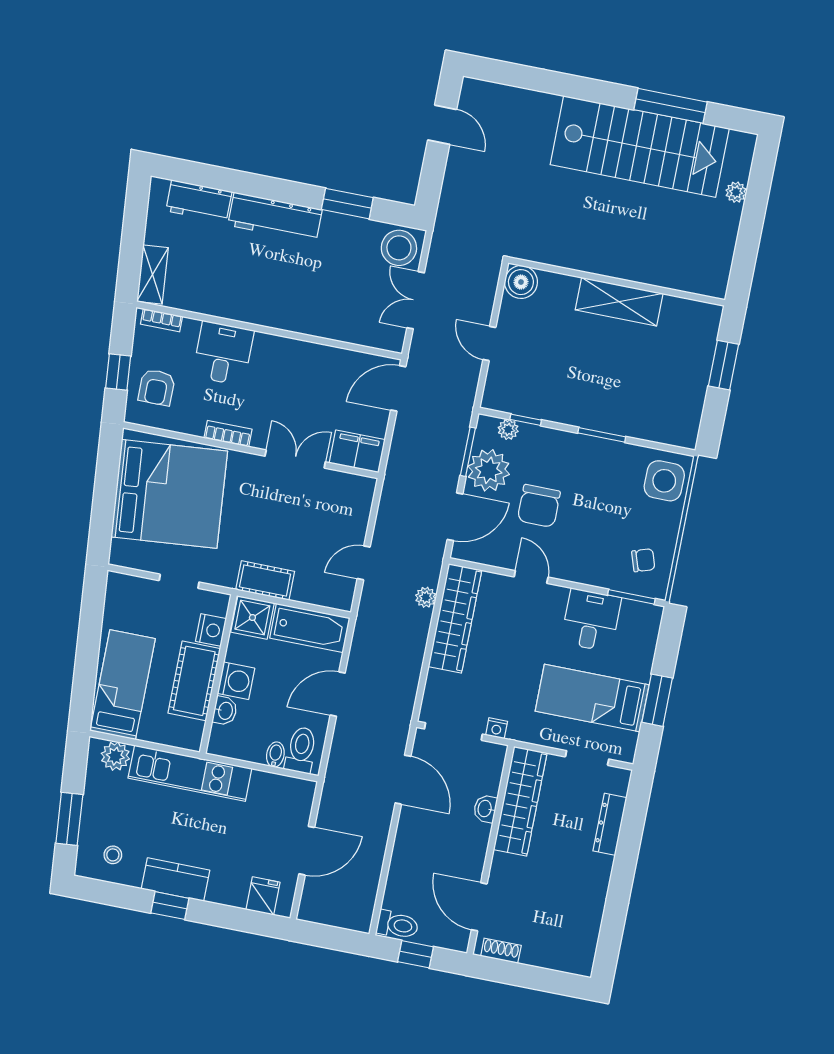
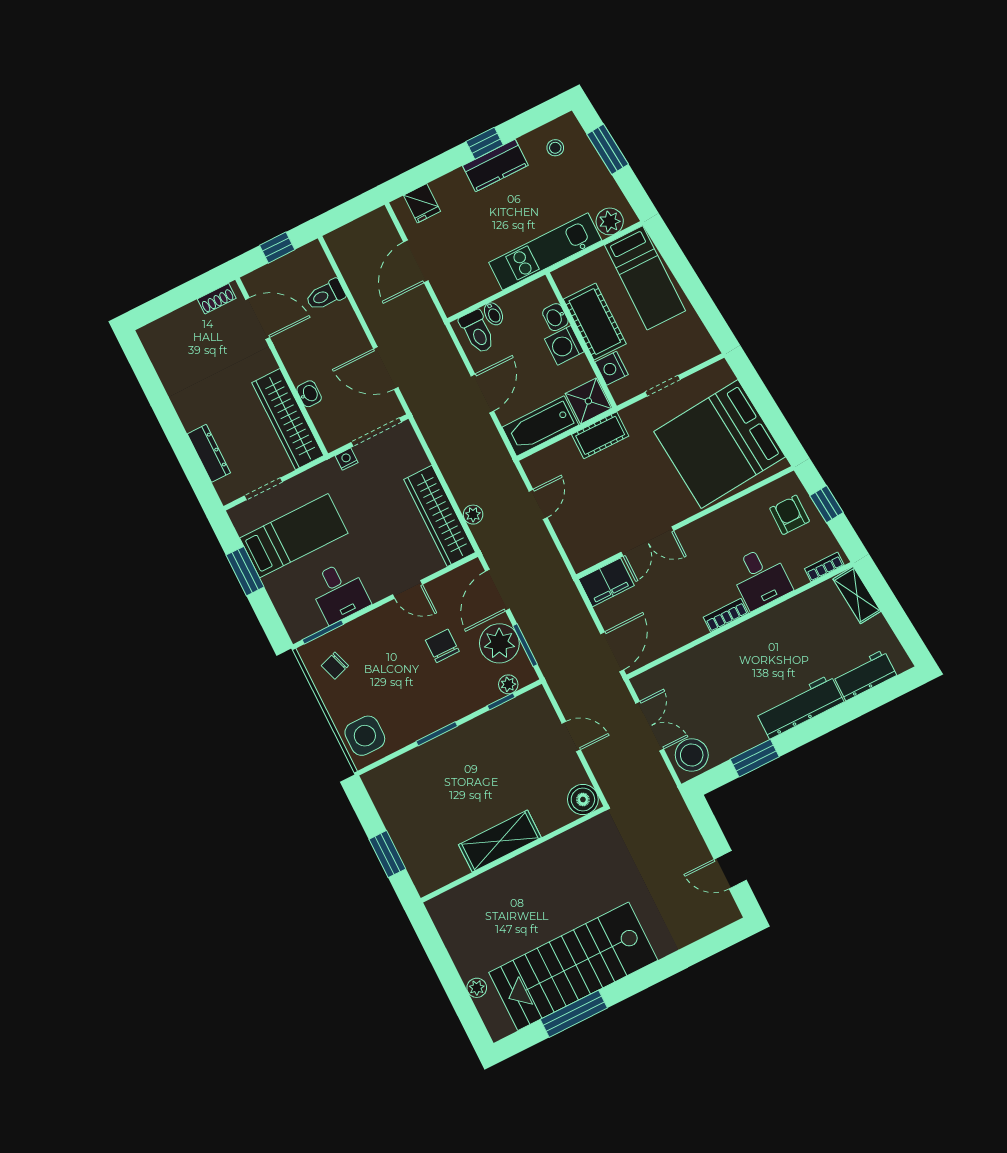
bookcase: (228, 434) -> (726, 615), moved, turned 180
chair: (539, 506) -> (442, 646), width x0.73, depth x0.73
toilet: (397, 925) -> (325, 295), moved

